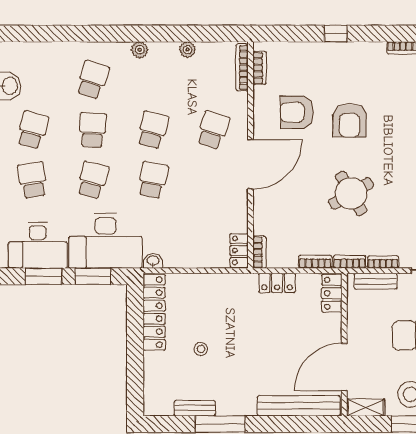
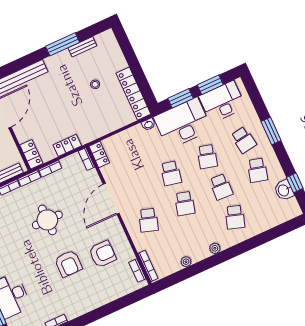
window: (336, 34) -> (101, 312), removed
armchair: (350, 121) -> (68, 264), turned 180
door: (251, 164) -> (111, 199), moved
round table: (351, 193) -> (47, 220), turned 30

